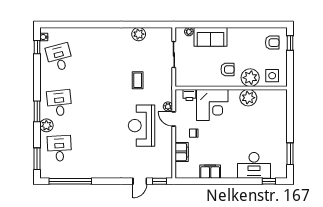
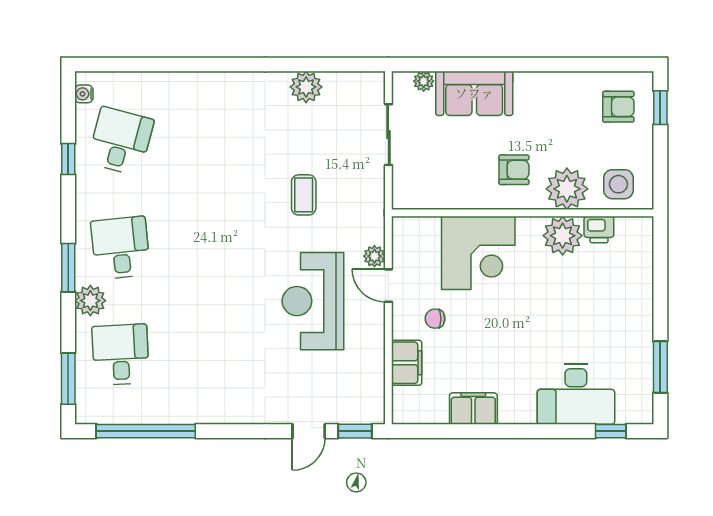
window: (37, 47) -> (68, 159), moved
desk: (59, 57) -> (121, 141), turned 30
printer: (189, 95) -> (599, 229), moved

